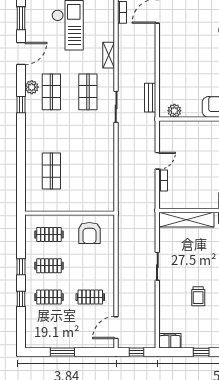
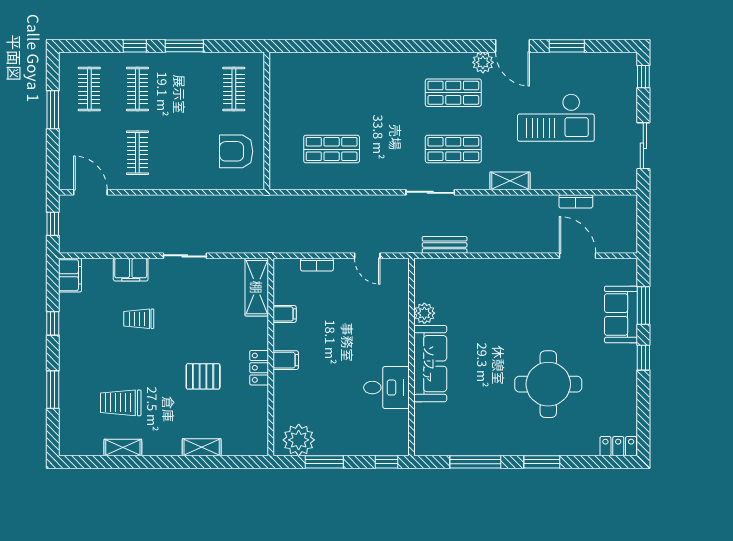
plant: (32, 87) -> (483, 62), moved
window: (21, 105) -> (434, 46), removed
plant: (174, 111) -> (424, 313), moved
door: (157, 161) -> (367, 256), moved
shop shelf: (51, 171) -> (332, 149), moved
filing cabinet: (195, 201) -> (285, 314), added
shelving: (186, 220) -> (257, 287), width x0.68
clothes rail: (49, 266) -> (89, 89), moved
window: (21, 267) -> (184, 46), width x1.50
filing cabinet: (166, 301) -> (131, 270), added

